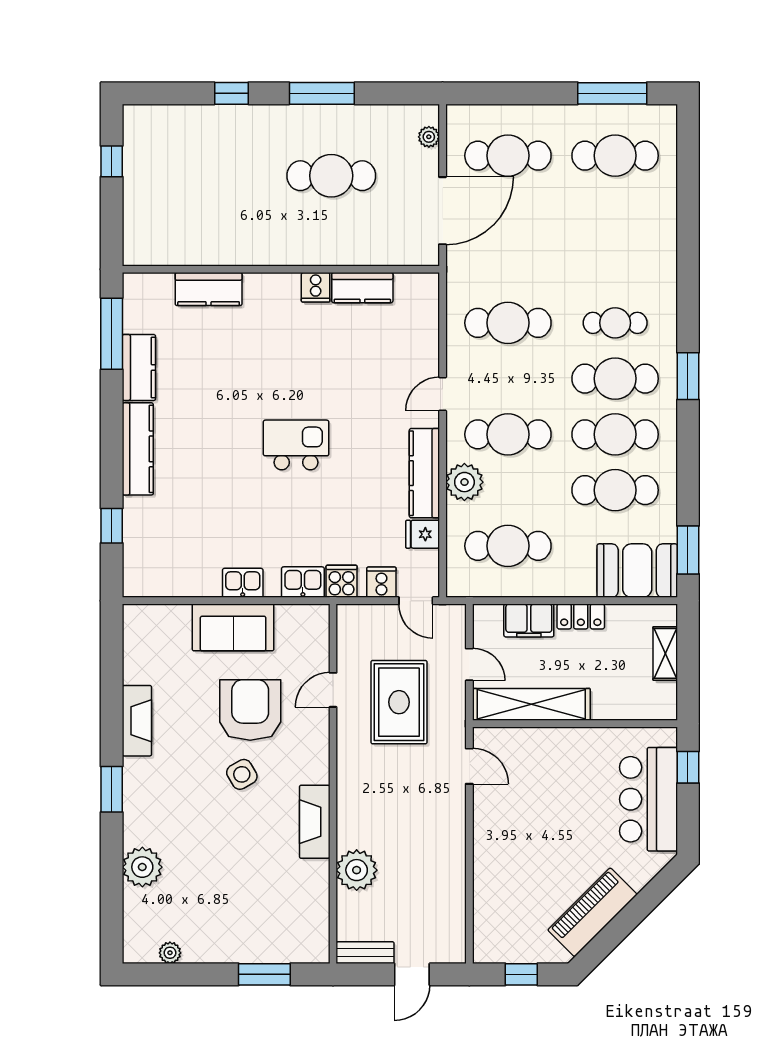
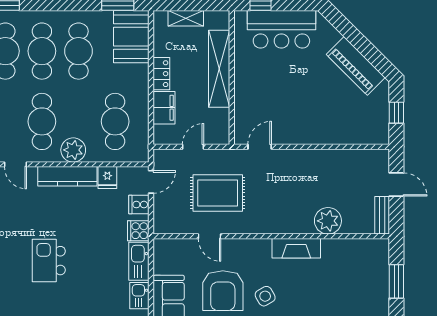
kitchen sink: (303, 582) -> (139, 261), width x1.38
shelving: (531, 704) -> (219, 69), moved
armchair: (250, 710) -> (223, 291), turned -90

